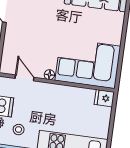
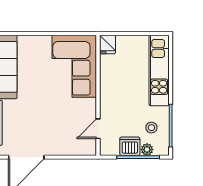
floor lamp: (49, 75) -> (91, 104), removed

